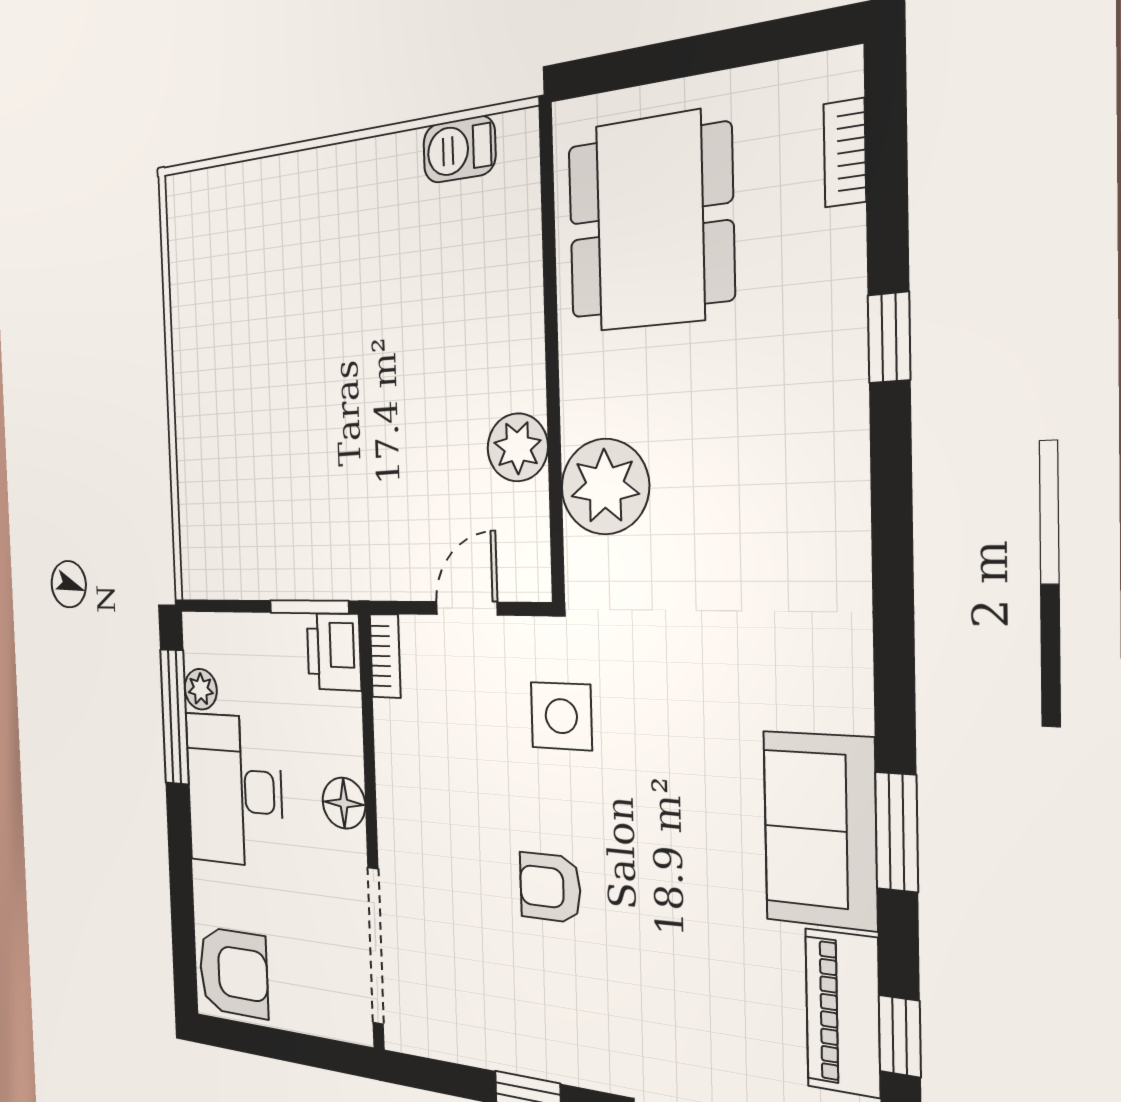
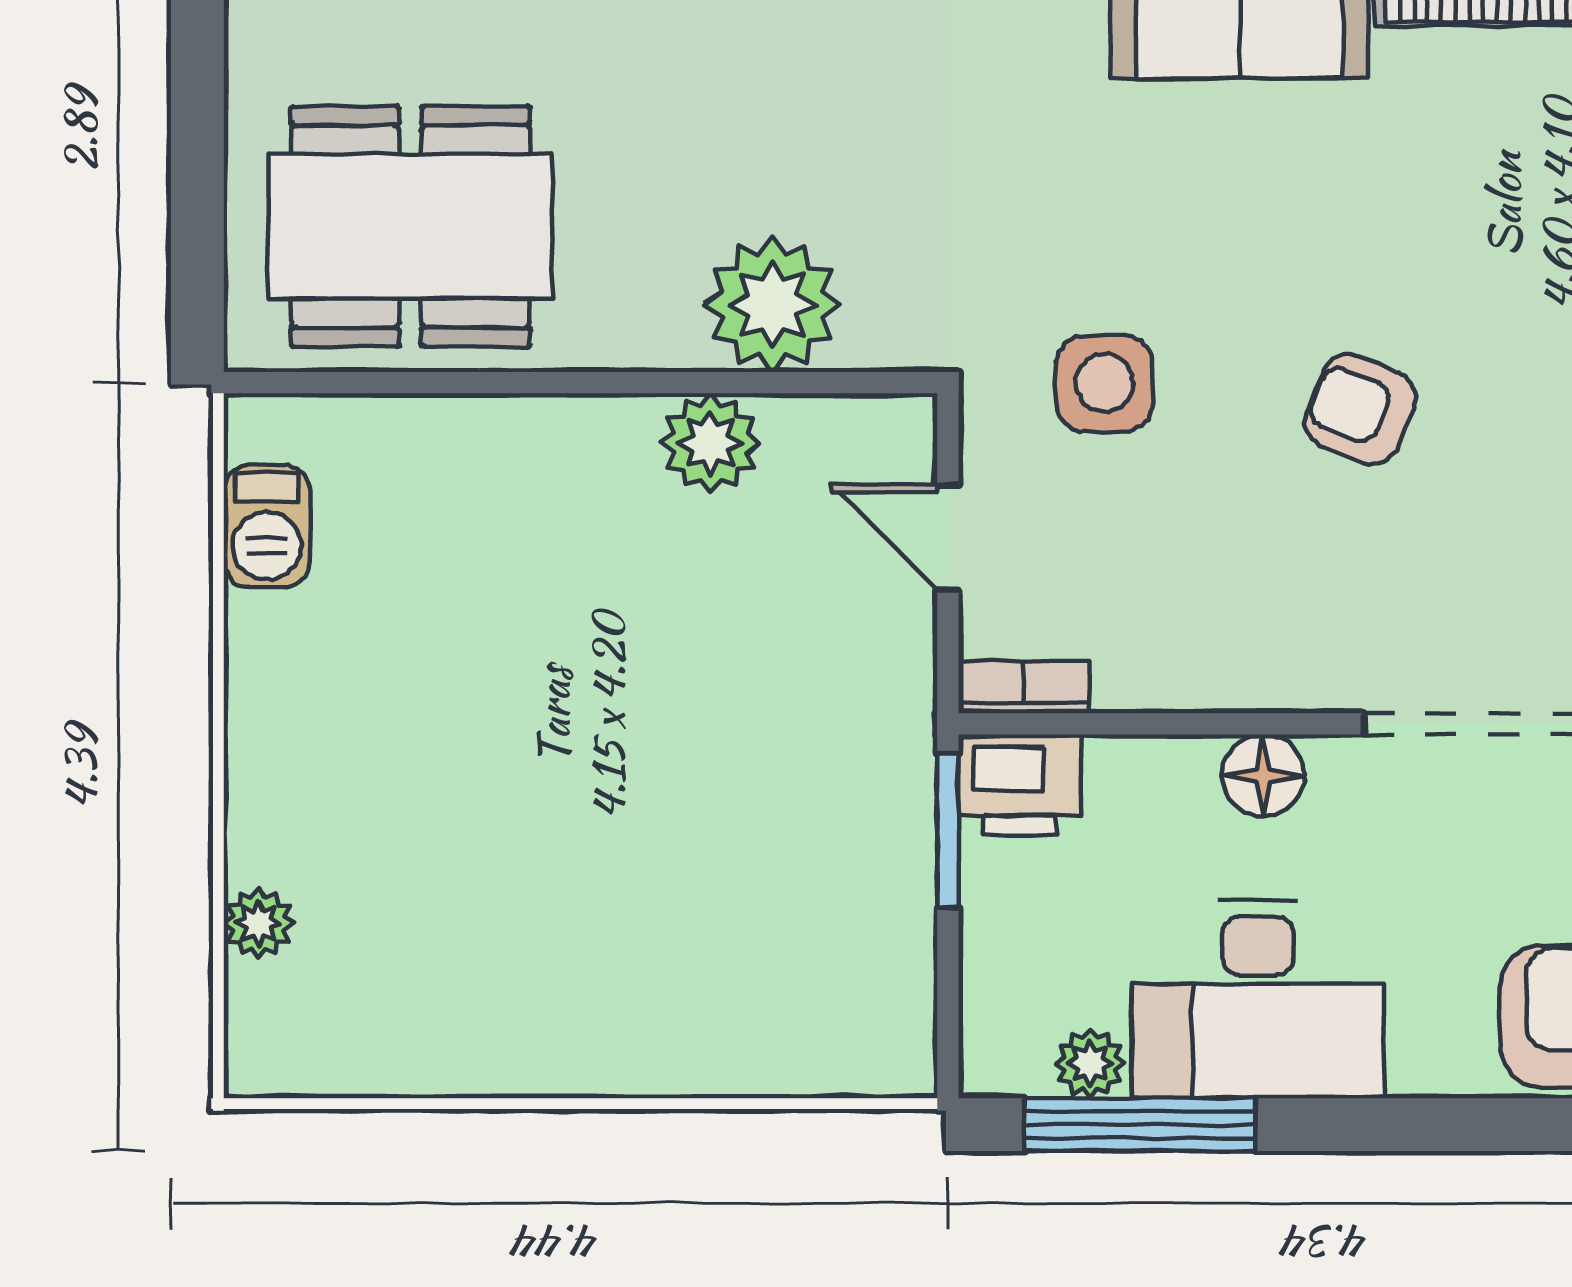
plant: (247, 181) -> (258, 923), added
armchair: (550, 887) -> (1360, 409), turned 112

